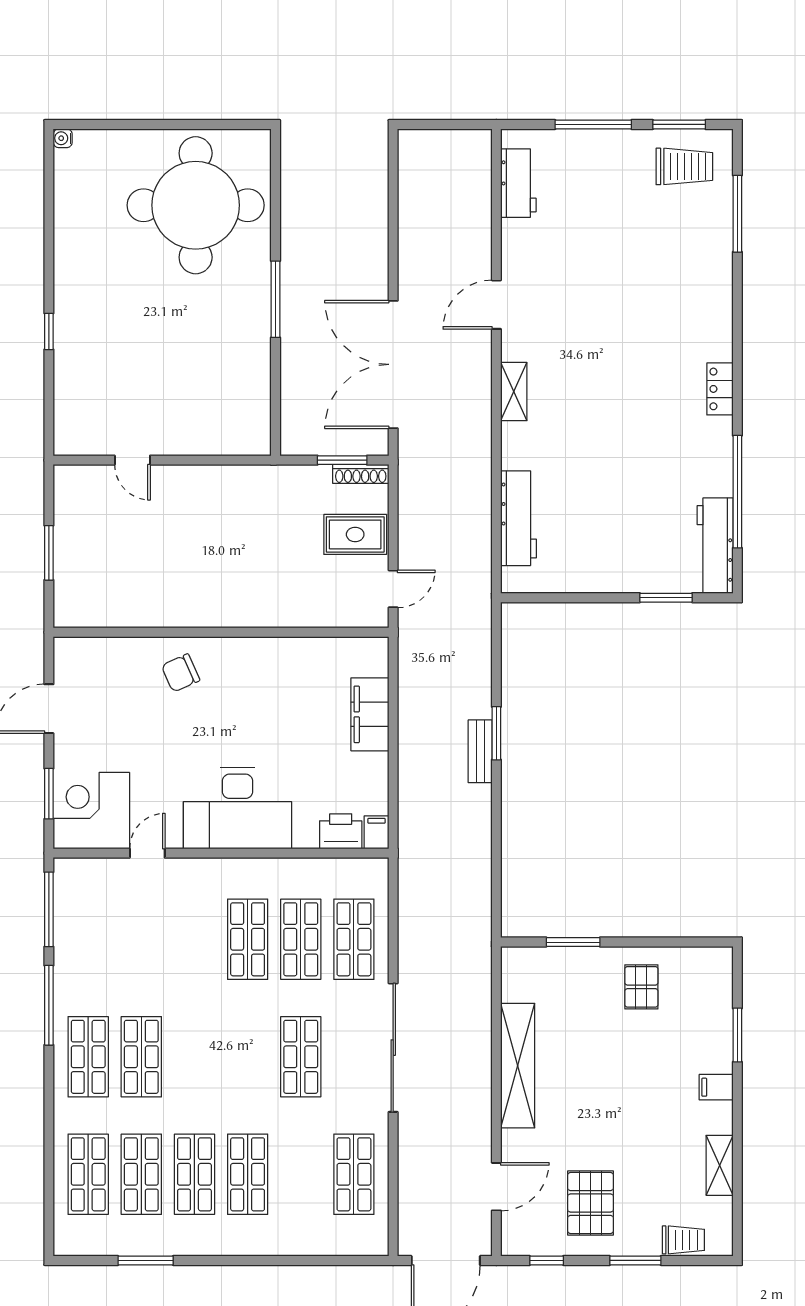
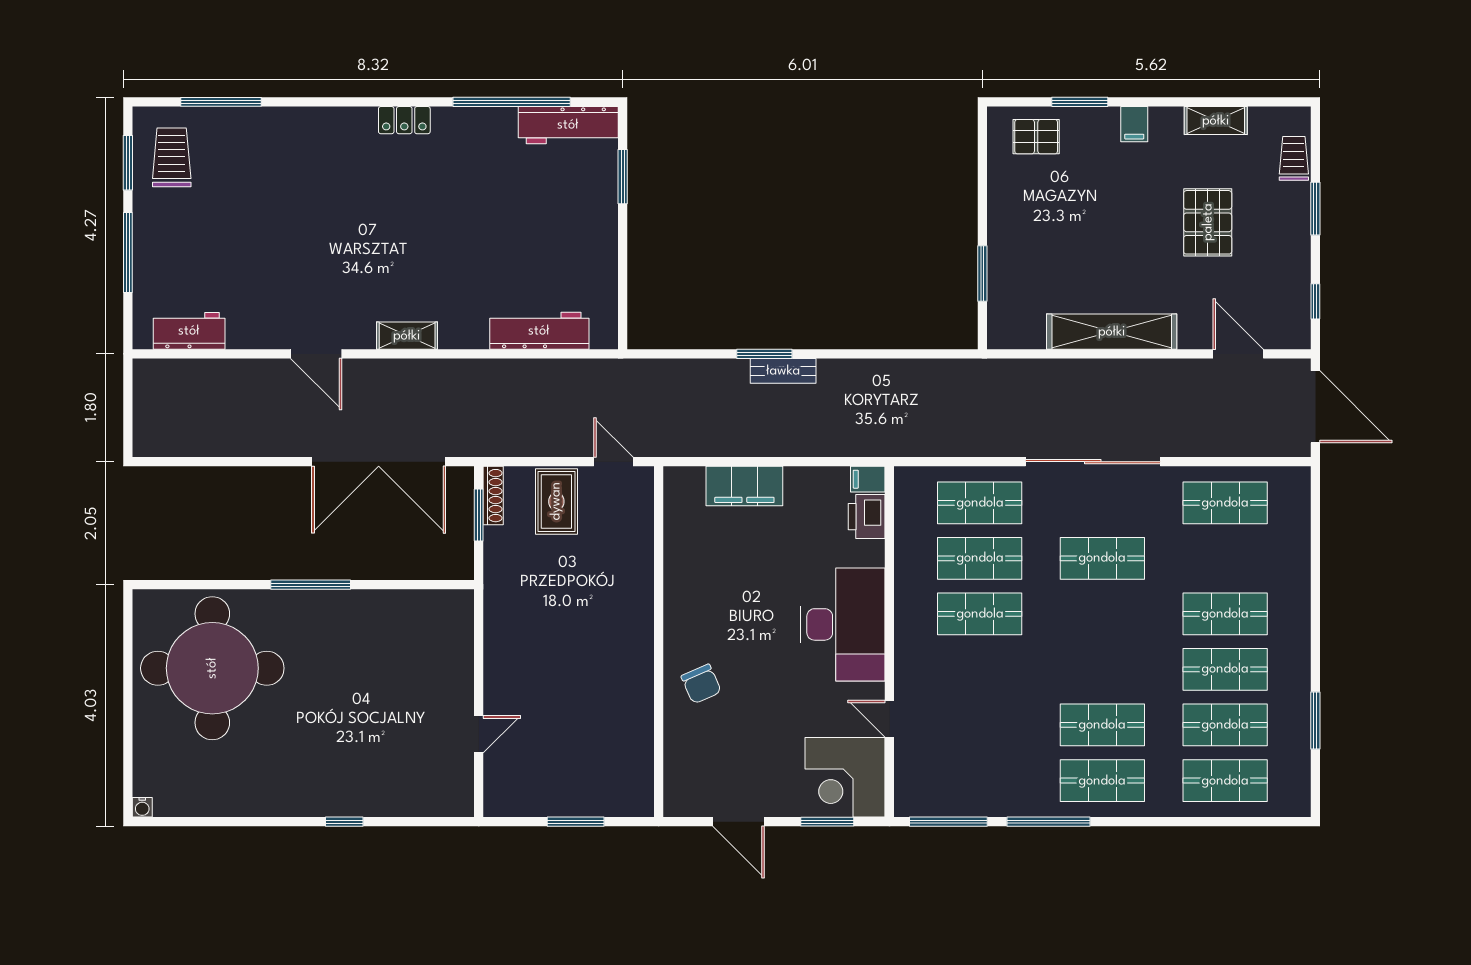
pallet: (641, 987) -> (1036, 137), moved
pallet: (590, 1203) -> (1208, 222), moved, turned 90

